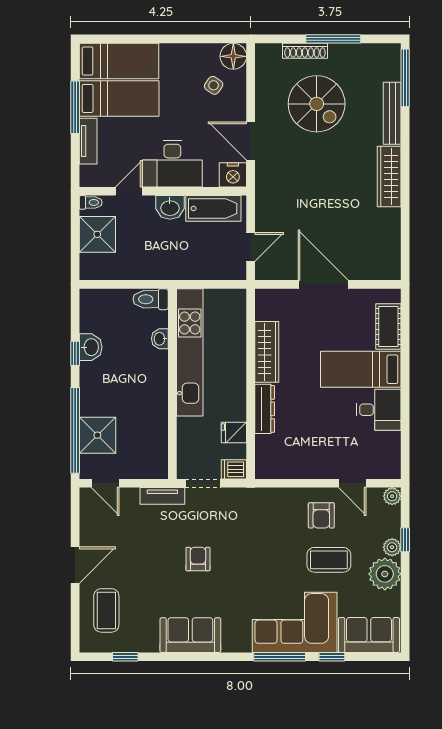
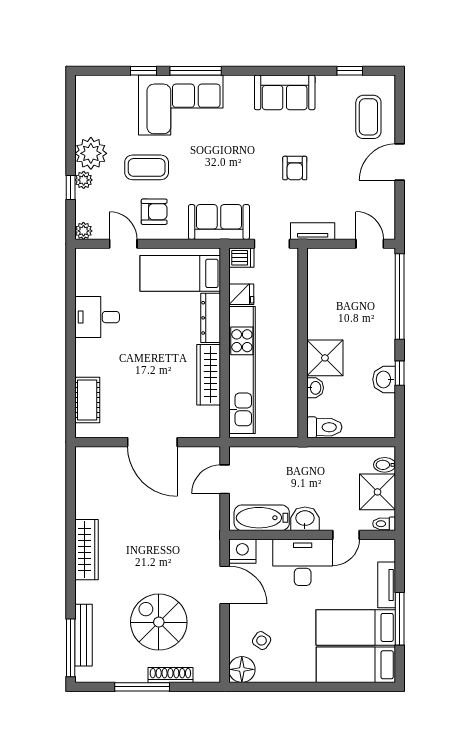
bench: (392, 113) -> (83, 635), moved
bidet: (90, 261) -> (385, 465), added
kitchen unit: (190, 352) -> (242, 370), moved, turned 180
bed: (361, 369) -> (180, 273), moved, turned 180
shower: (97, 435) -> (325, 358), moved
armchair: (321, 515) -> (154, 212), turned 90
armchair: (198, 559) -> (295, 168), moved
sofa: (369, 635) -> (219, 222), moved, turned 180

